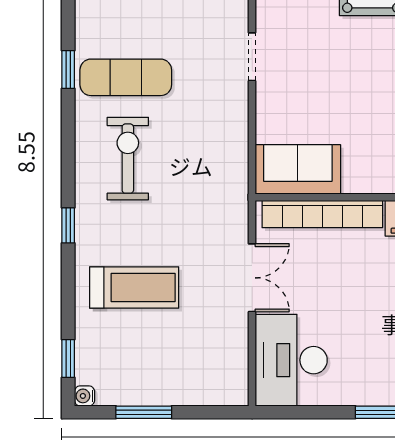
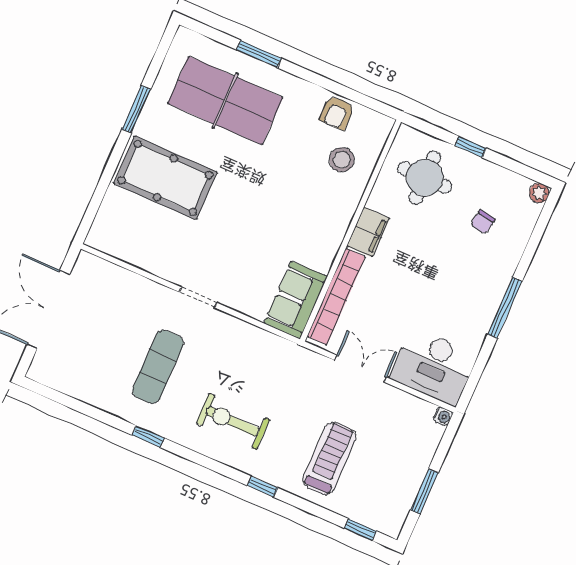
exercise mat: (126, 77) -> (158, 367), moved
water cooler: (85, 396) -> (443, 416), moved, turned -90

